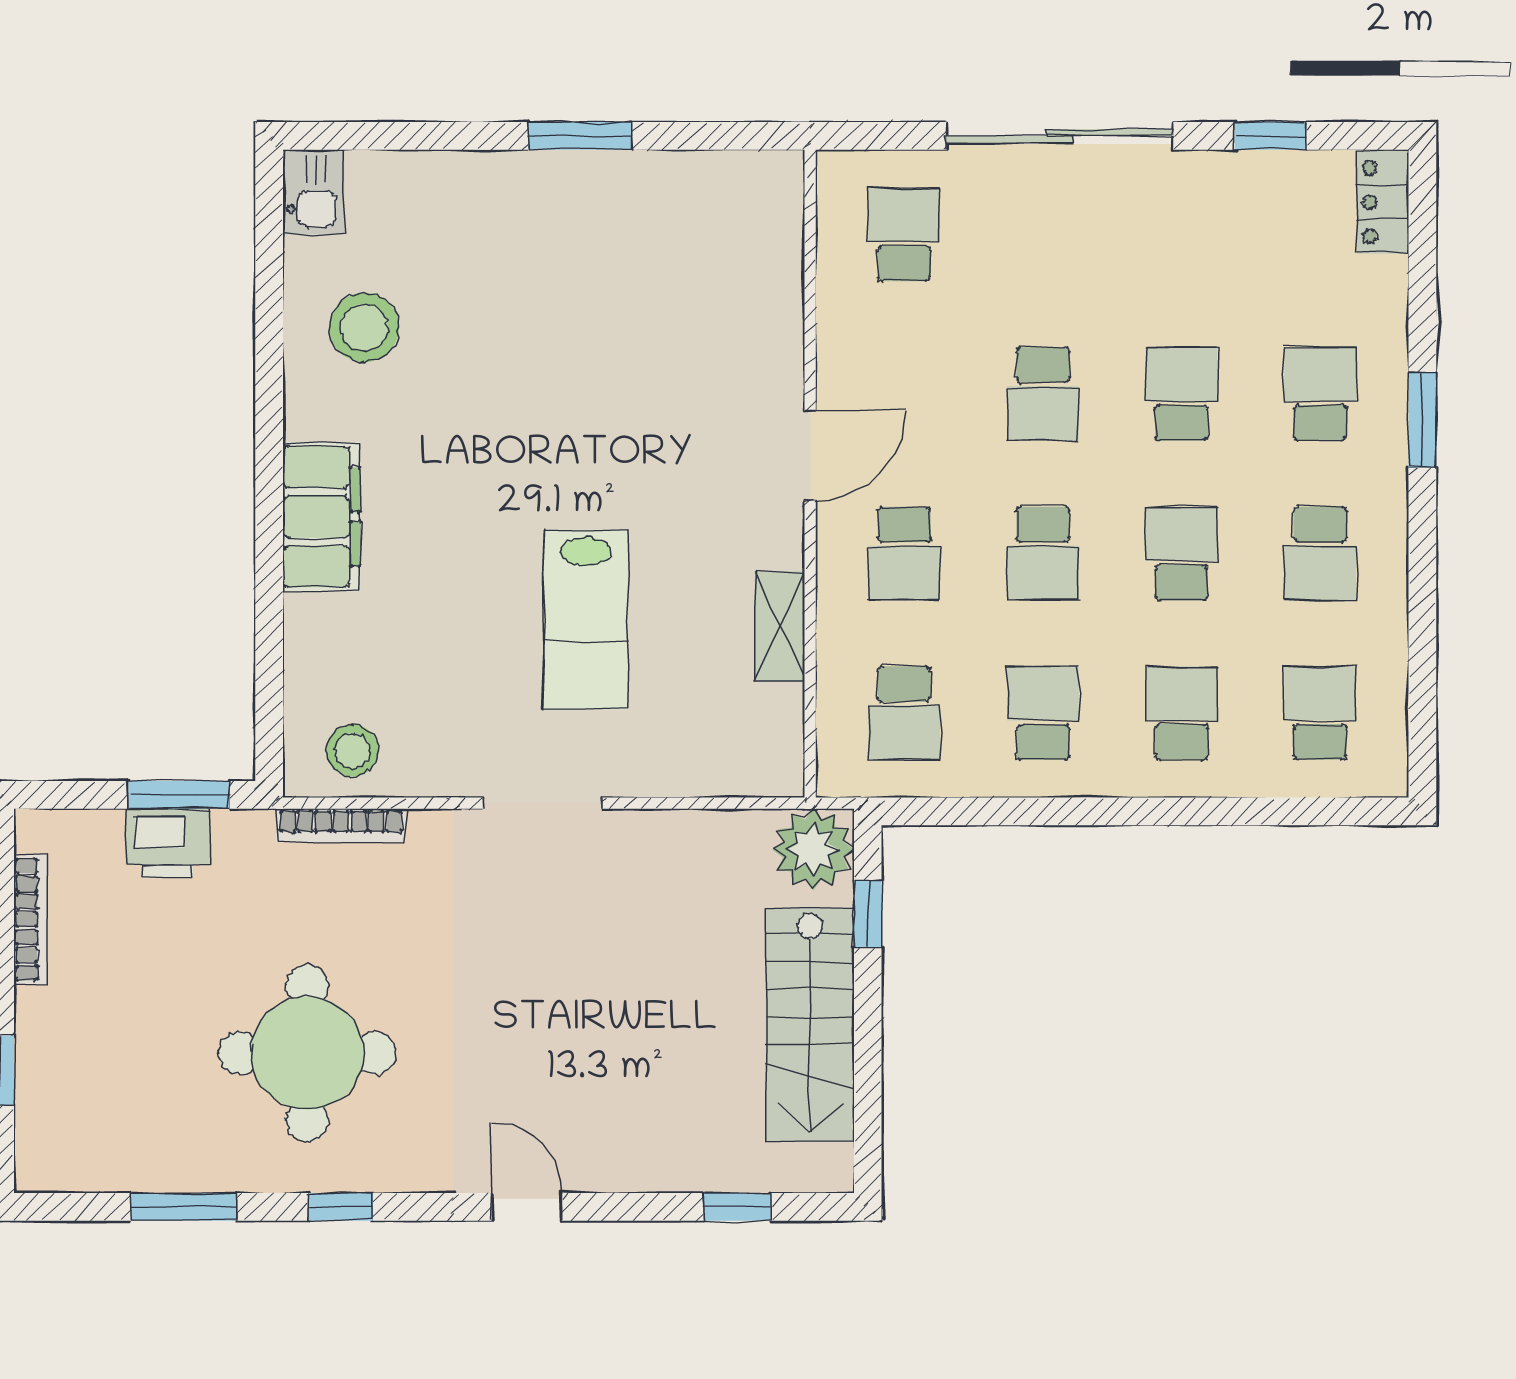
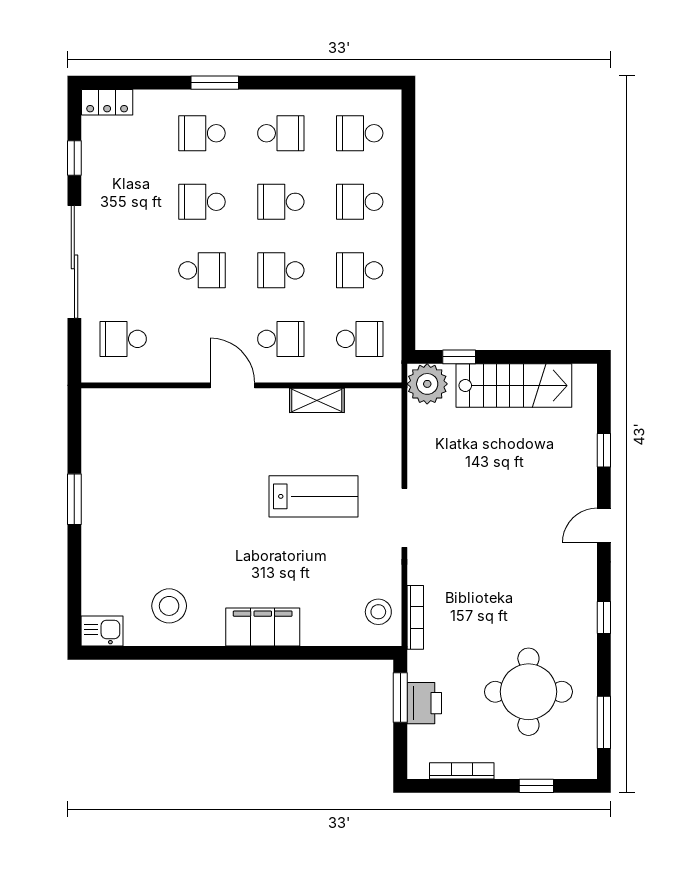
school desk: (1043, 553) -> (281, 270), turned 180
round table: (307, 1053) -> (528, 692), moved
window: (184, 1207) -> (604, 722), moved
window: (737, 1207) -> (604, 450), moved

